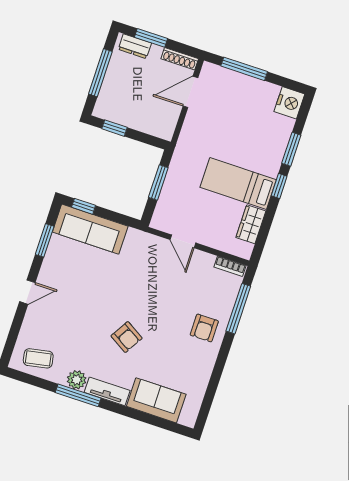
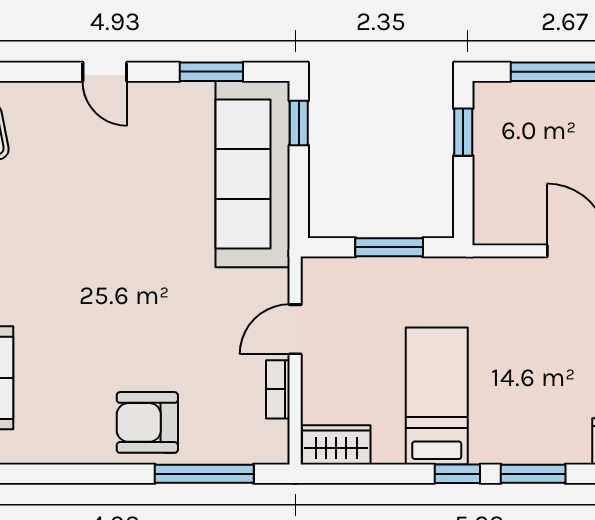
wardrobe: (251, 224) -> (336, 445), moved
sofa: (90, 229) -> (253, 174), width x1.36, depth x1.27
bookcase: (230, 266) -> (278, 389), moved
armchair: (204, 328) -> (147, 422), width x1.38, depth x1.38
armchair: (127, 337) -> (82, 284), removed

